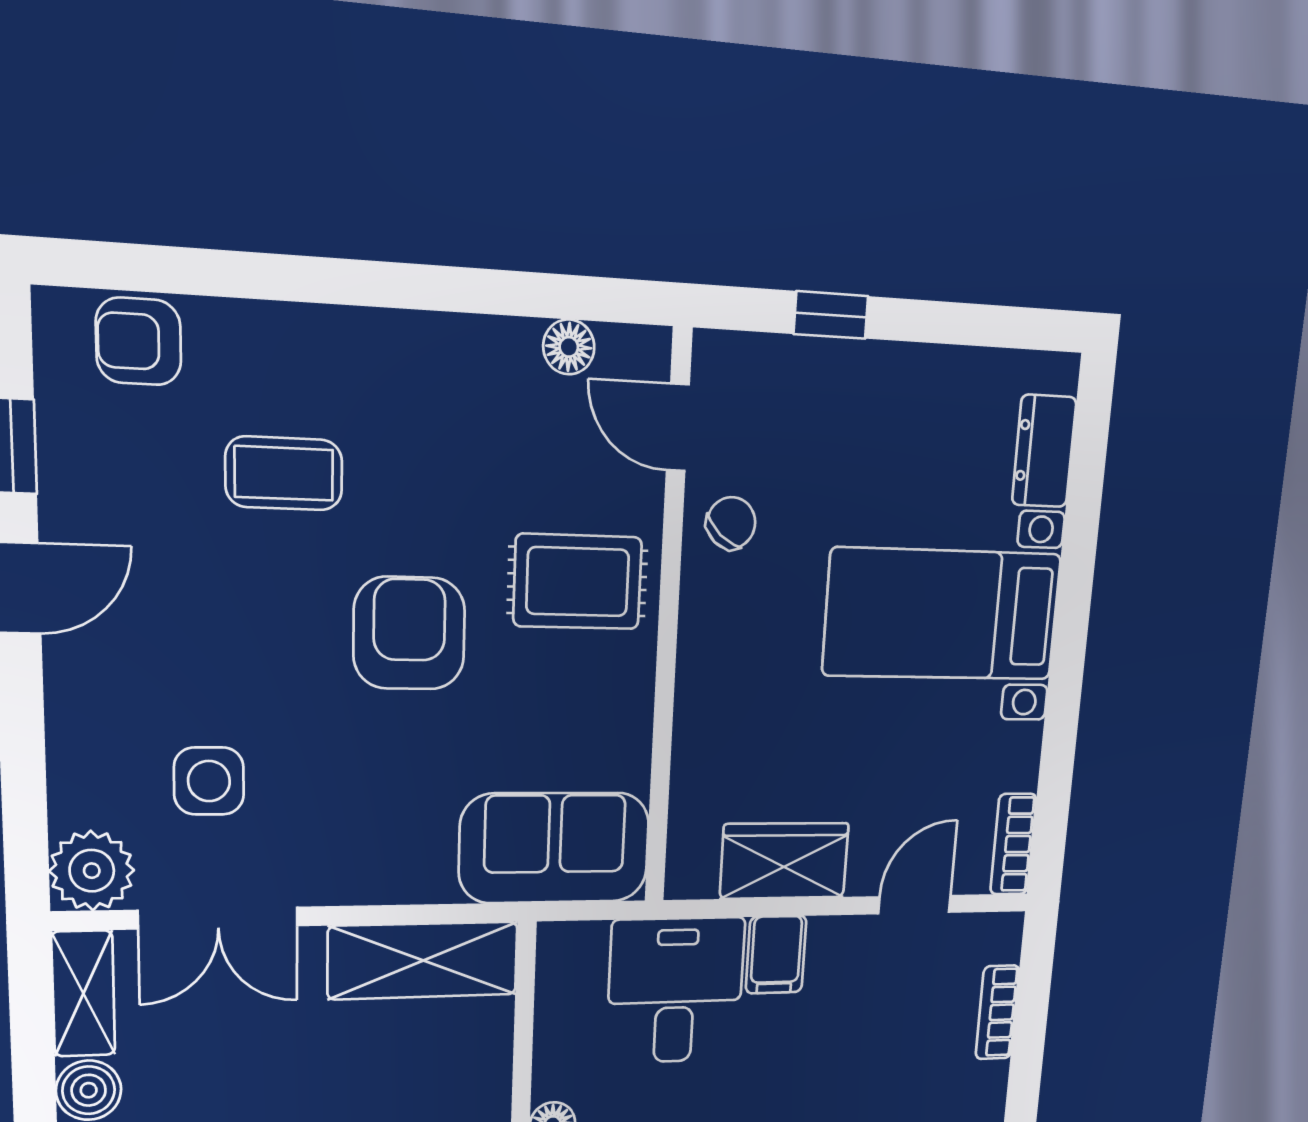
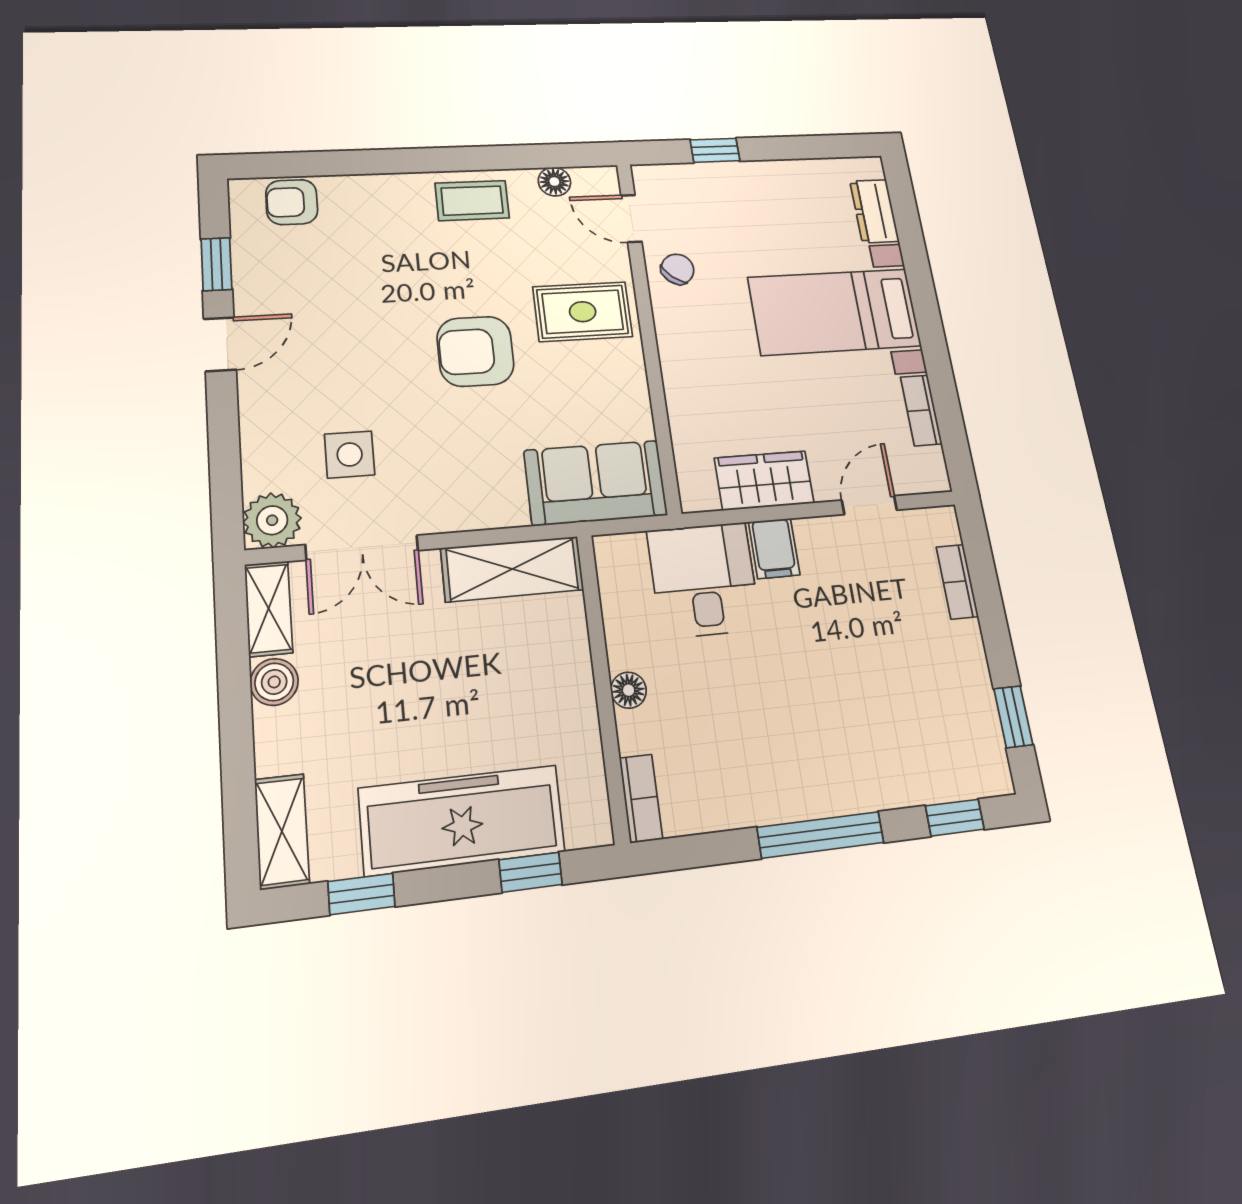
coffee table: (284, 473) -> (472, 201), moved
armchair: (409, 633) -> (475, 351), turned -90
bookcase: (1013, 844) -> (921, 410), moved

